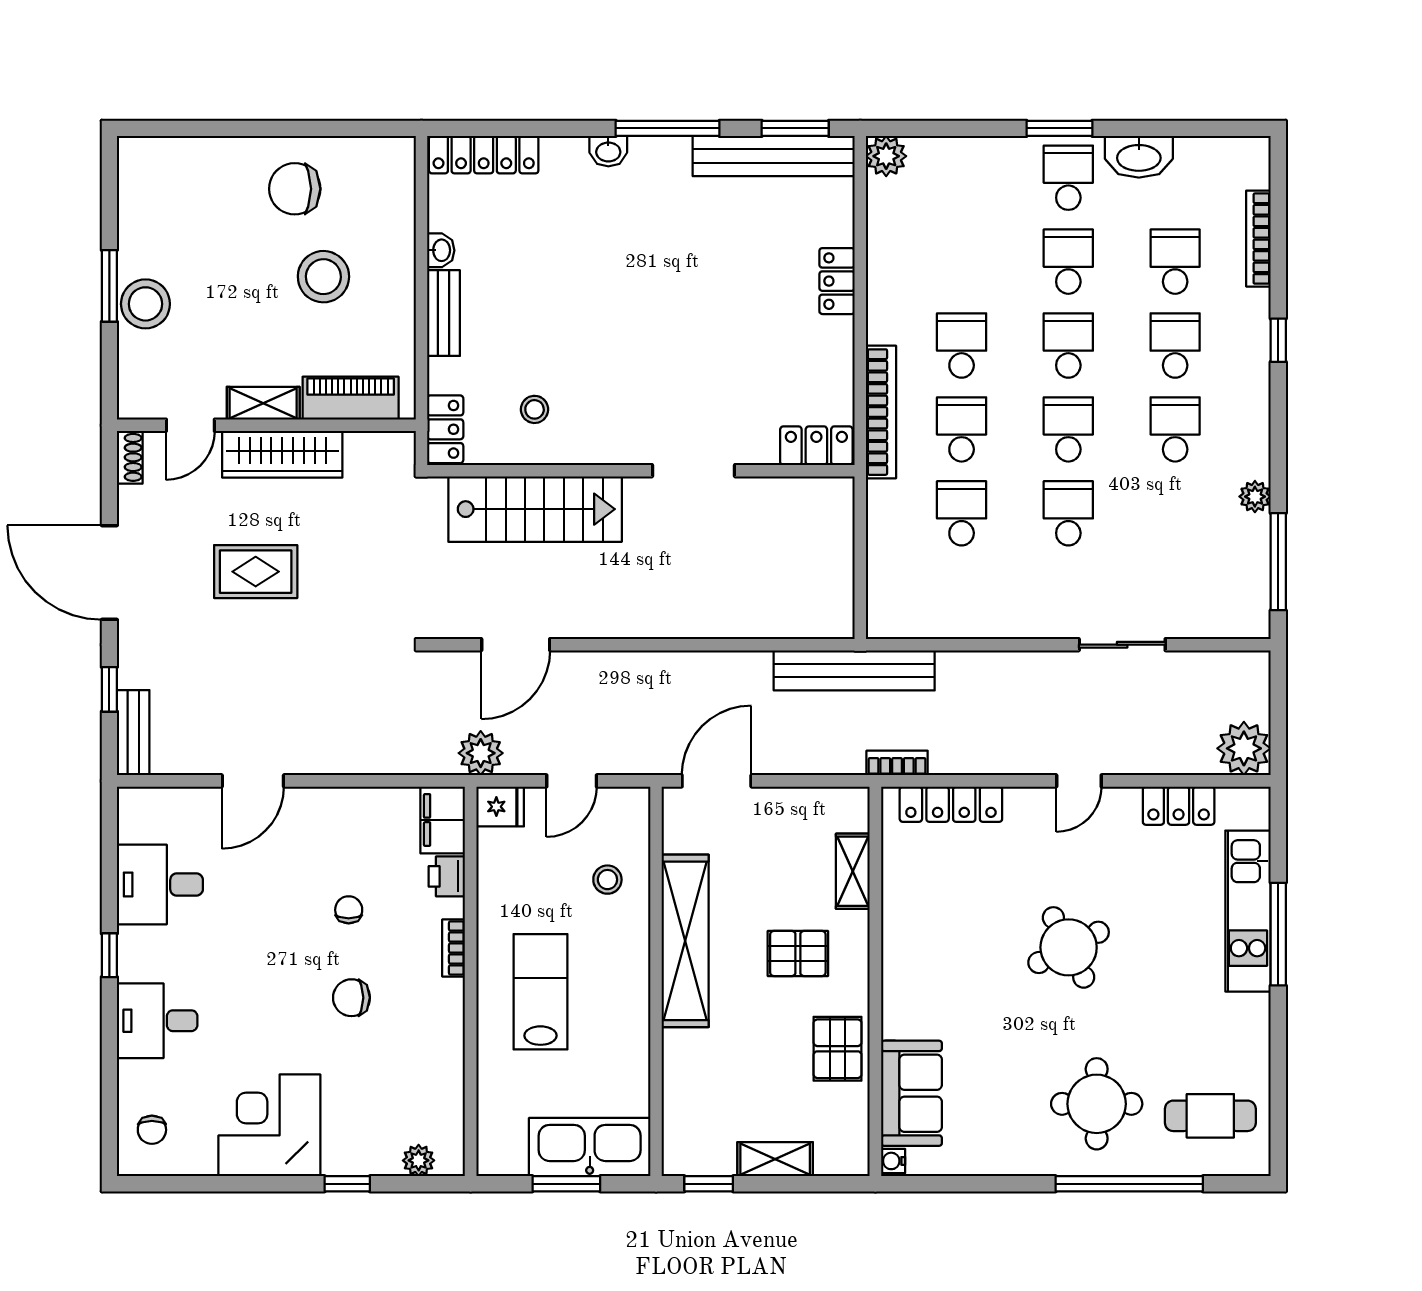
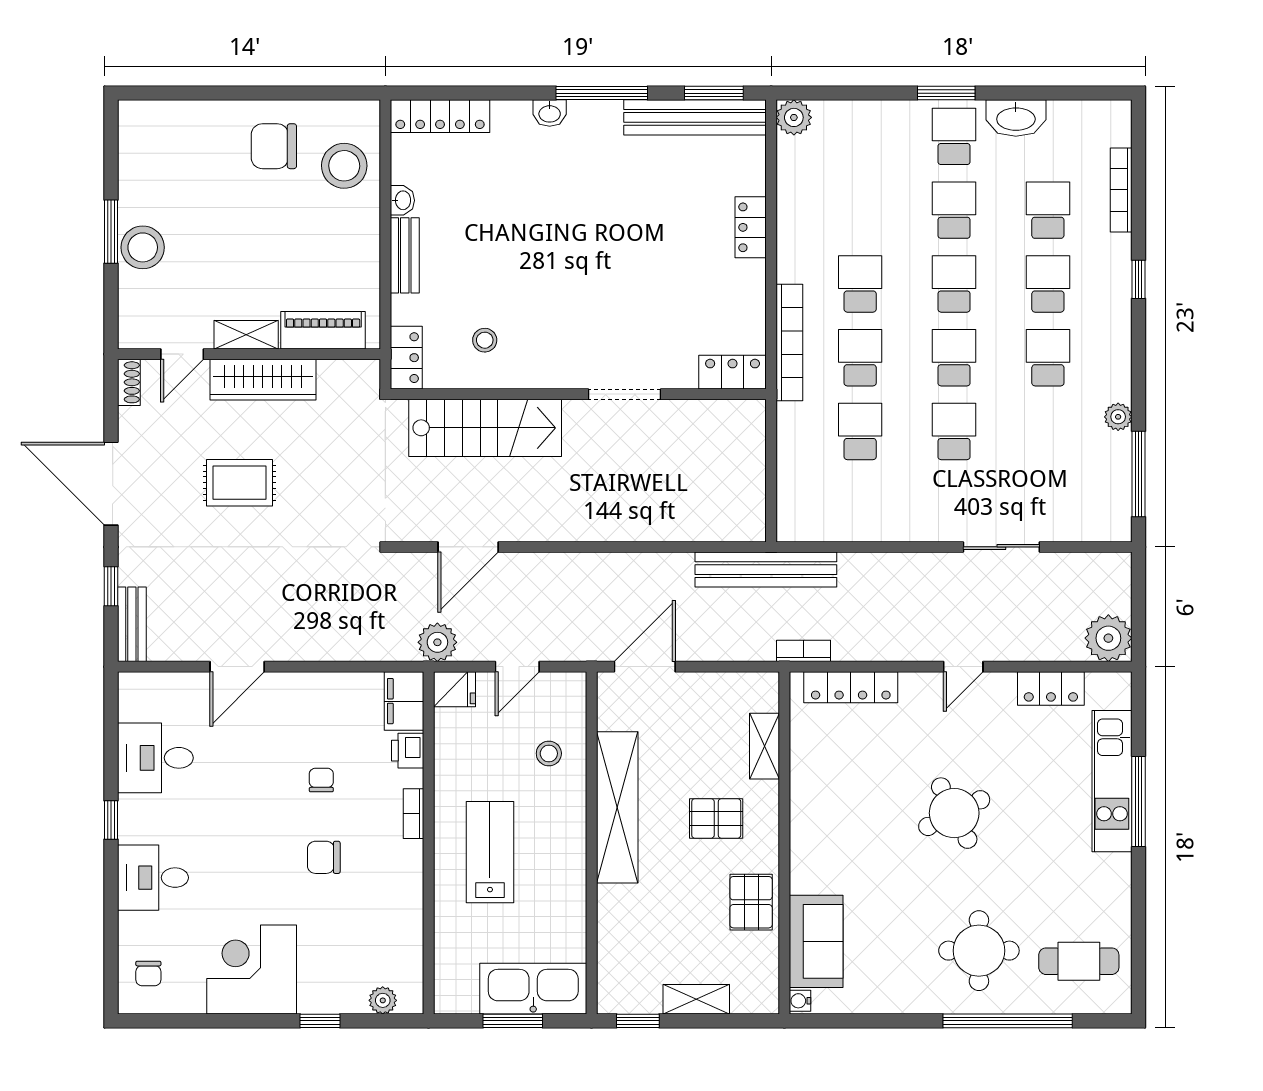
stool: (323, 277) -> (344, 166), moved

